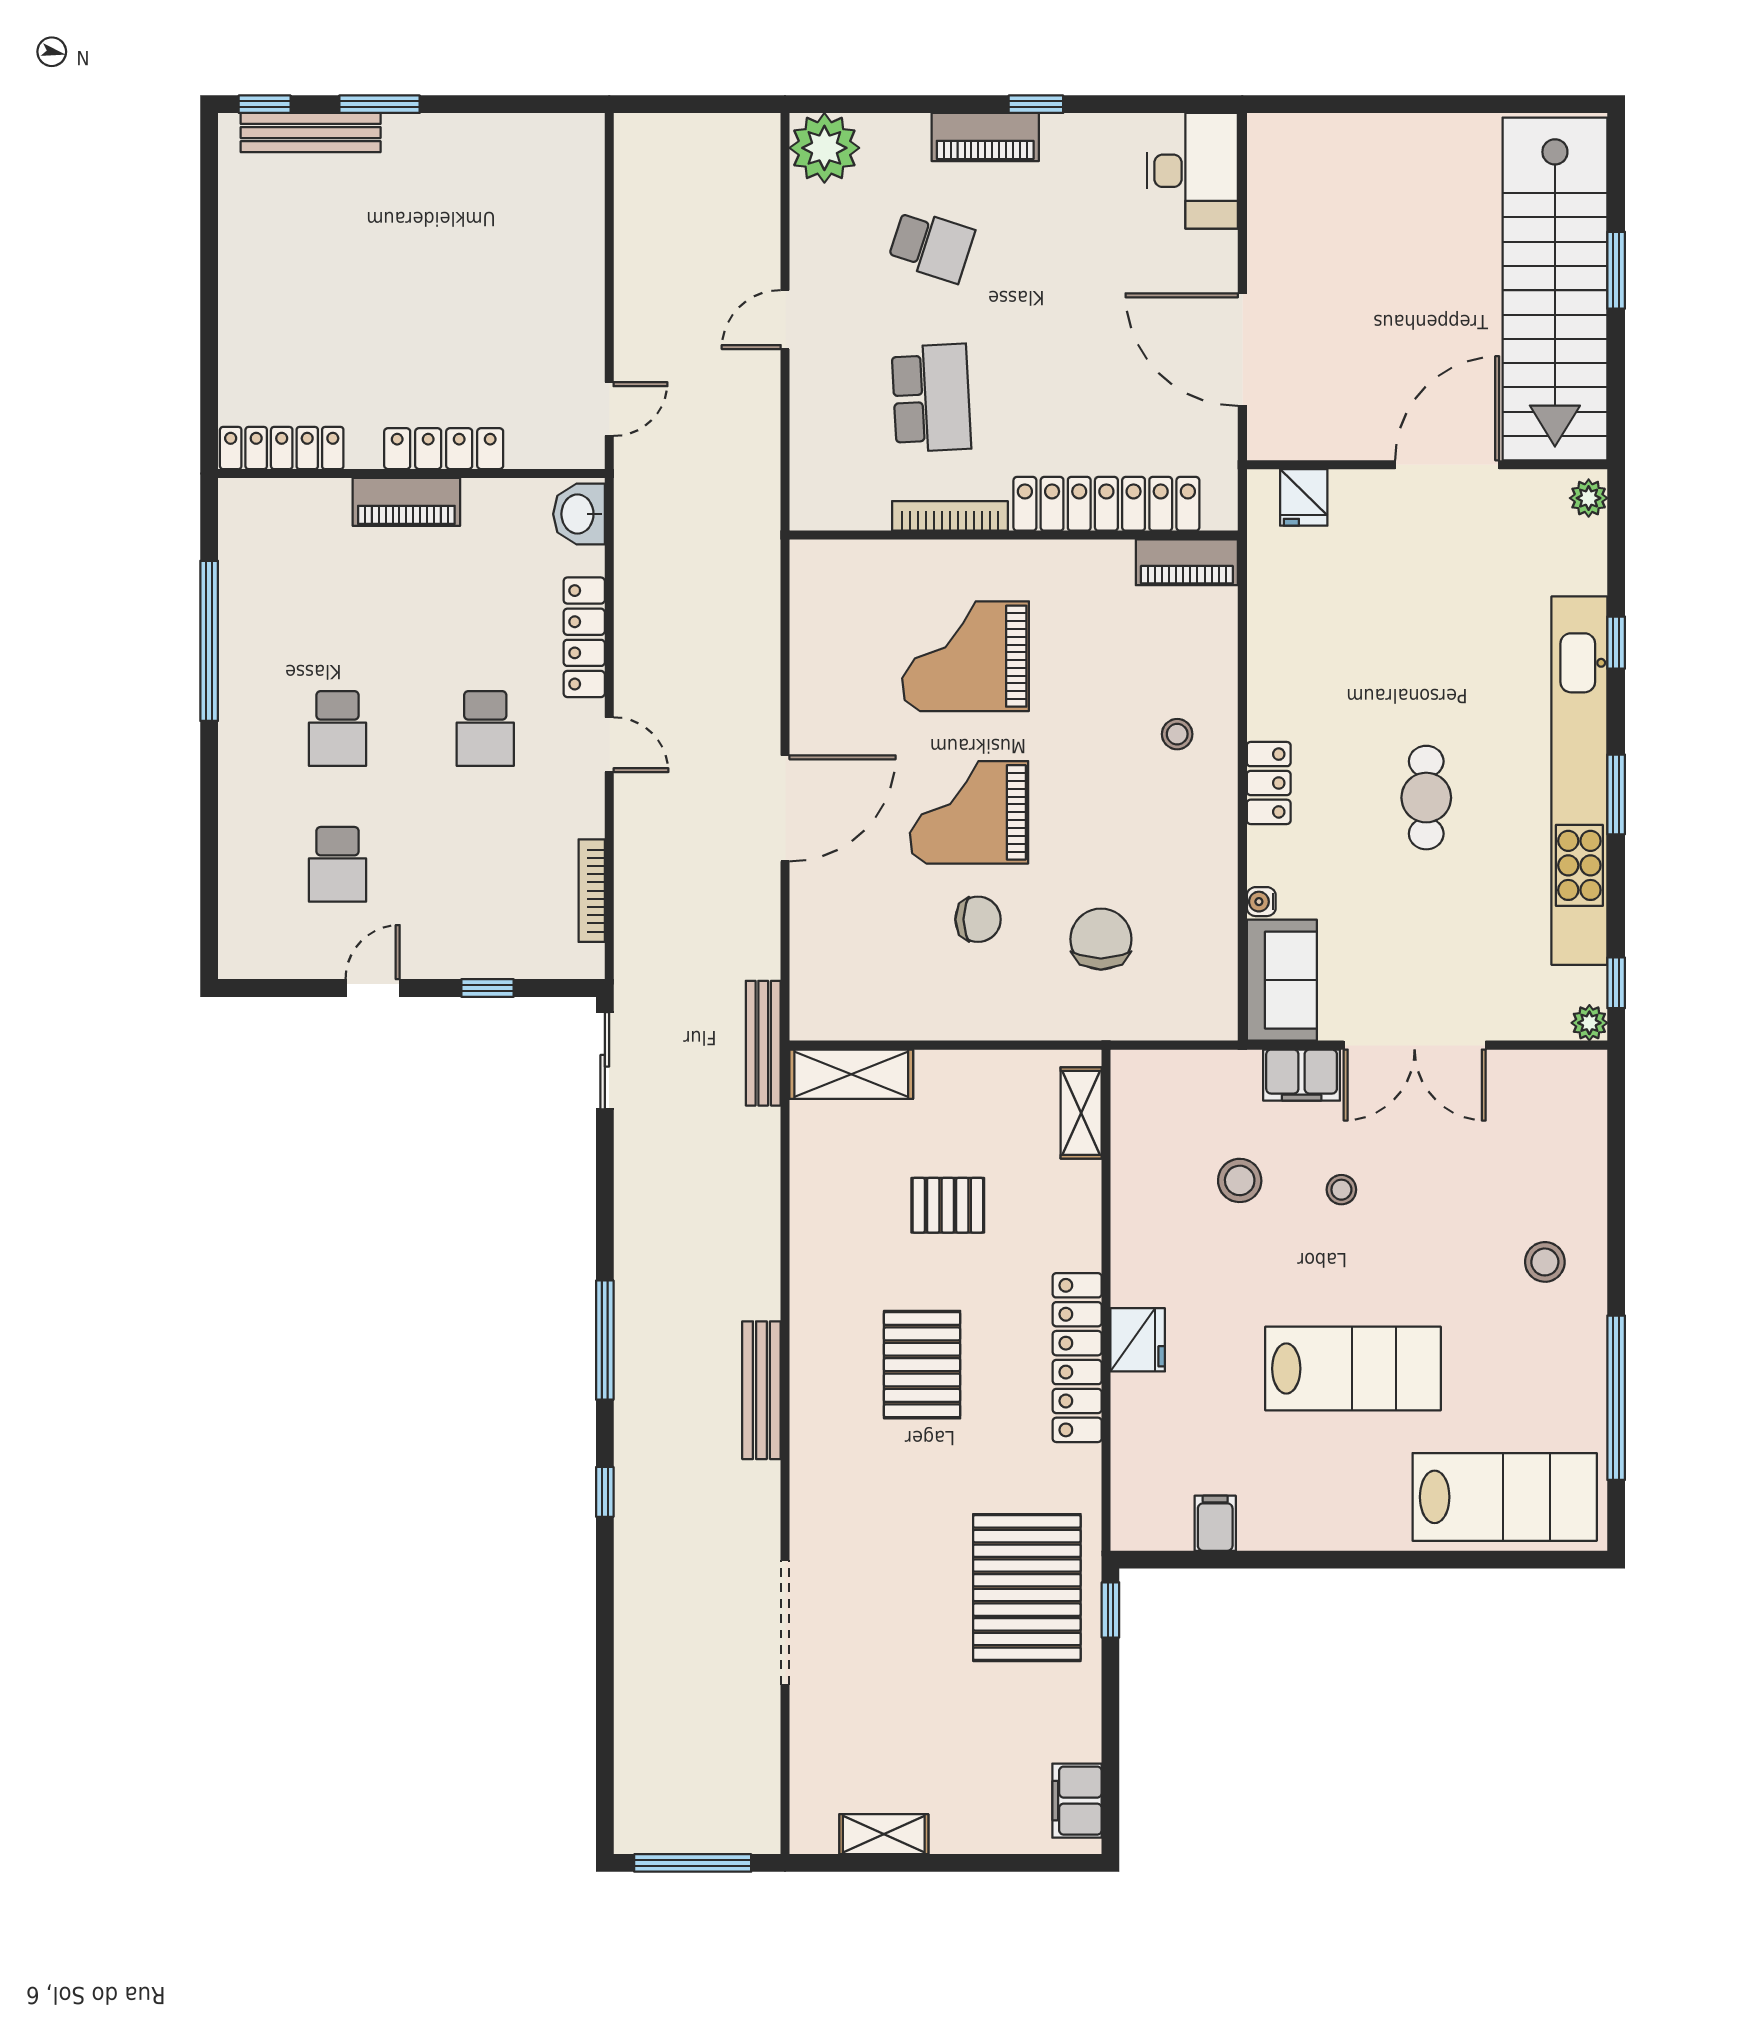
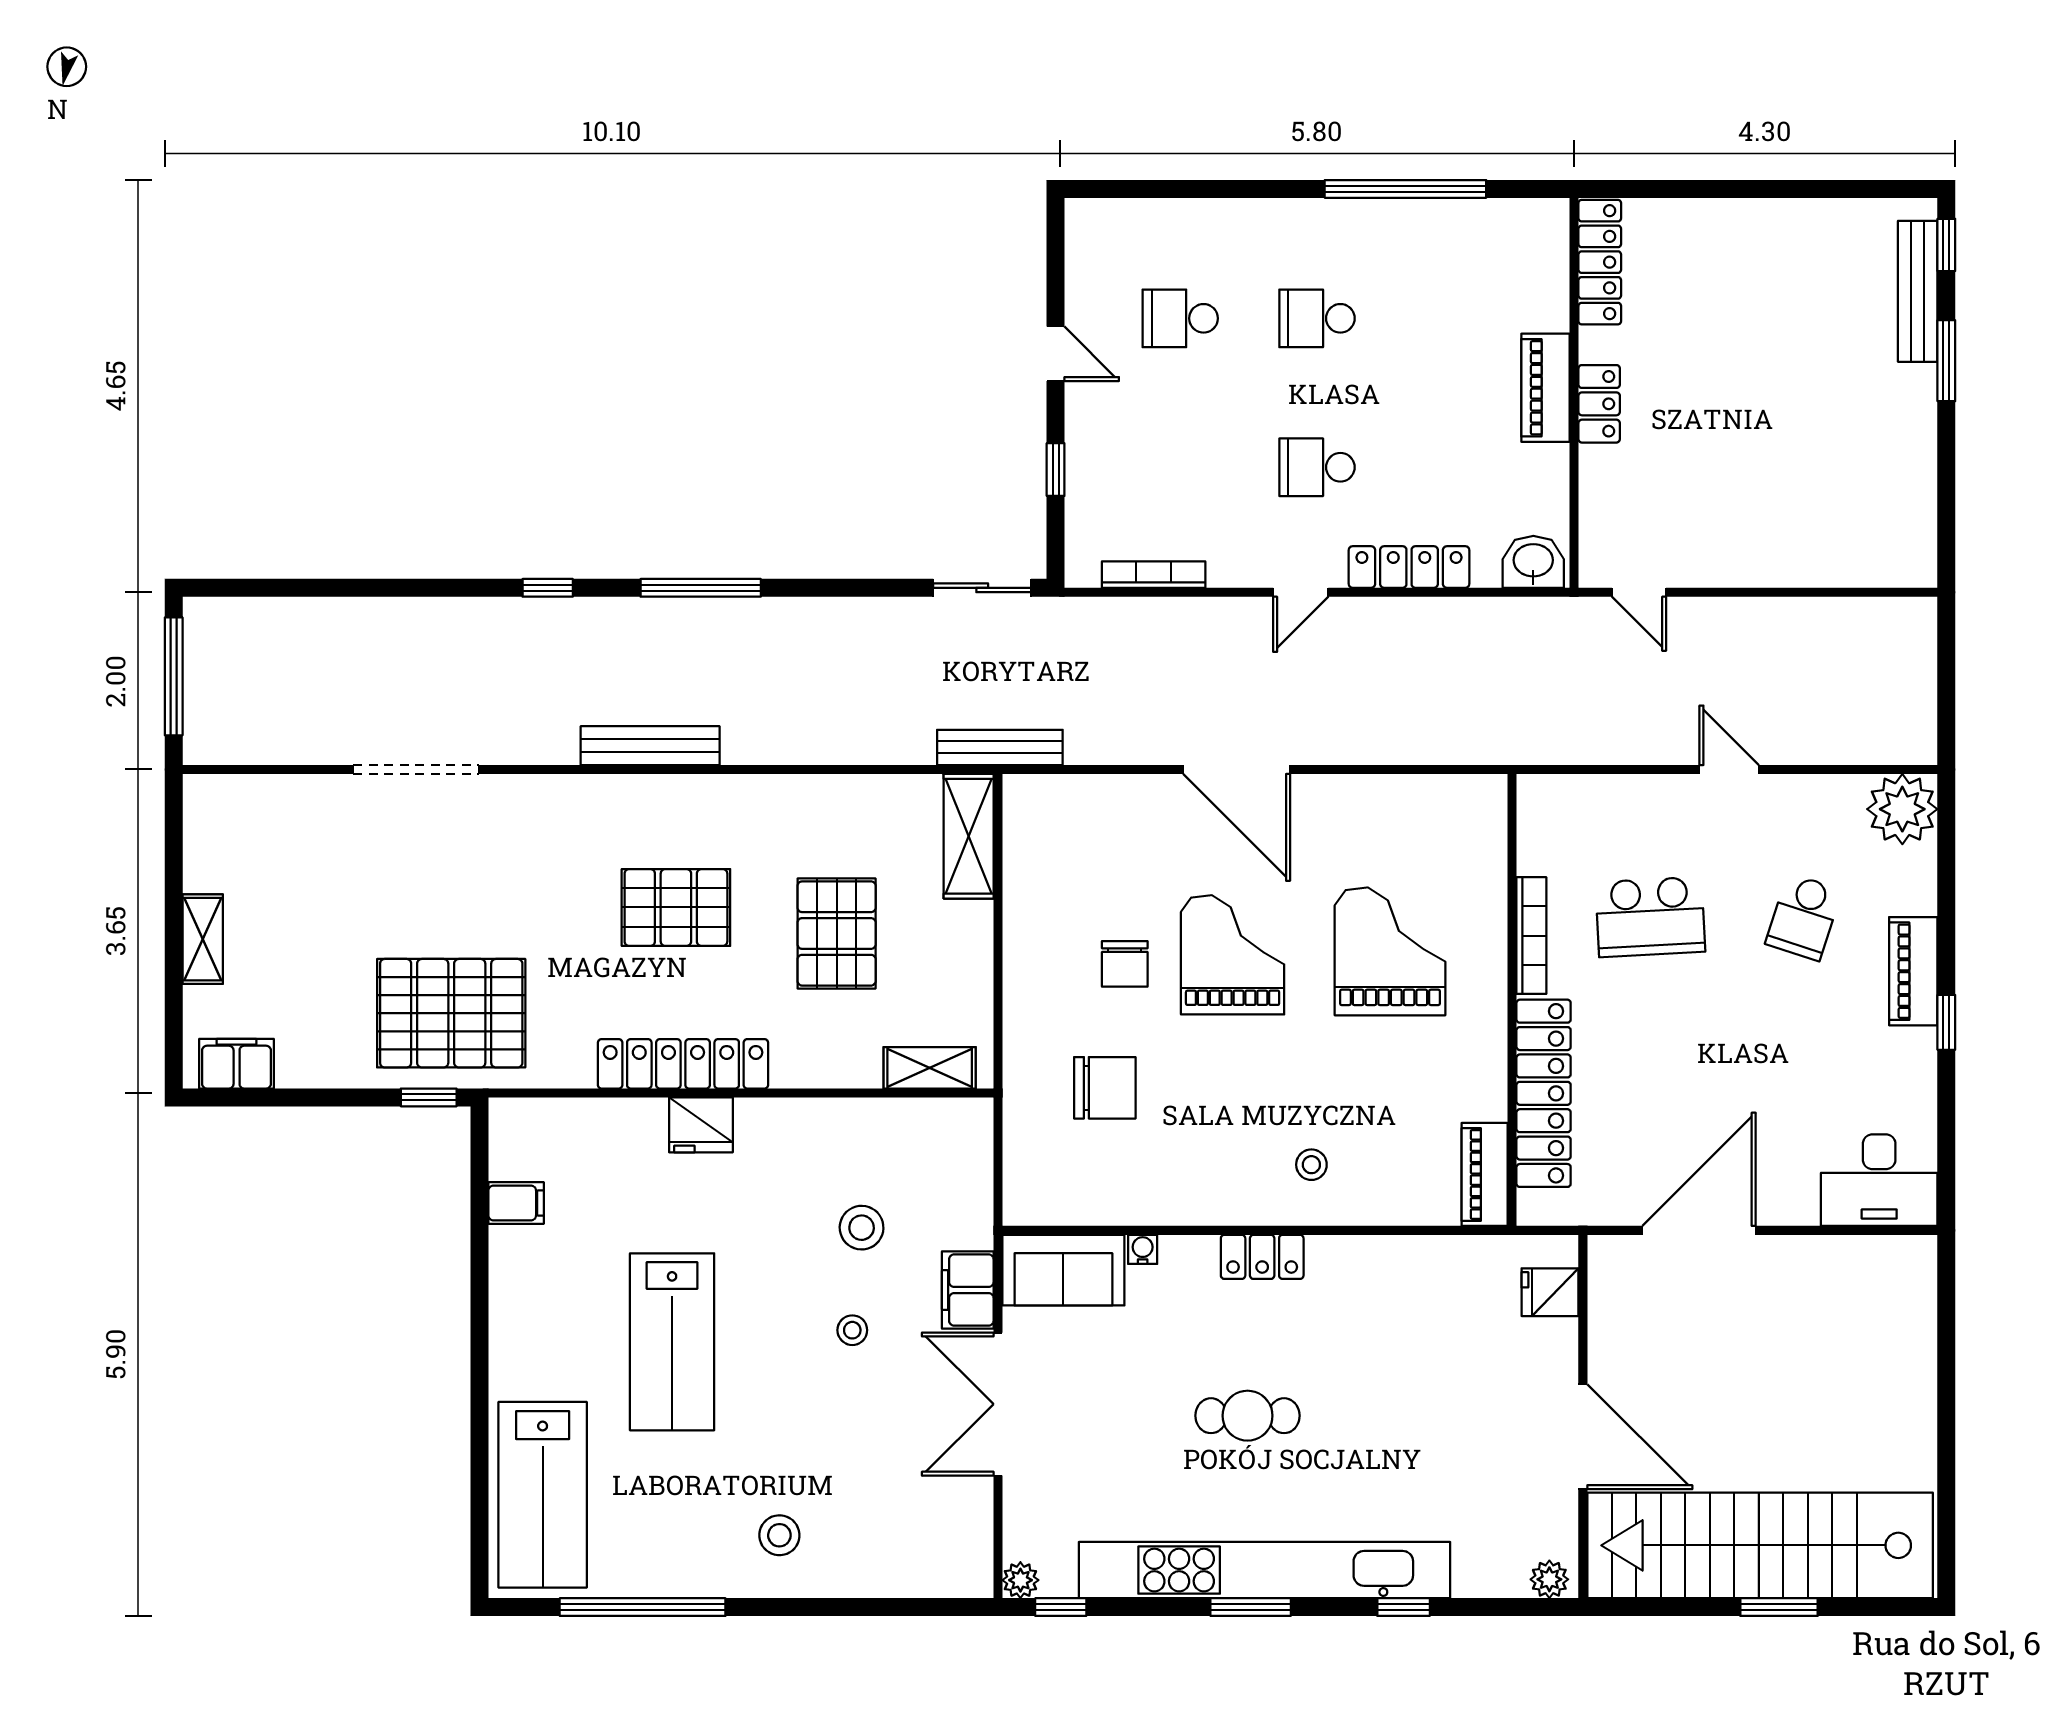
locker: (444, 449) -> (1599, 404), width x0.66
pallet: (948, 1205) -> (837, 933), width x1.50, depth x1.42
shelving: (884, 1834) -> (203, 939), moved

